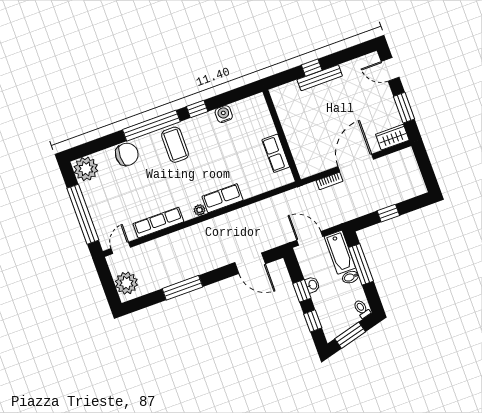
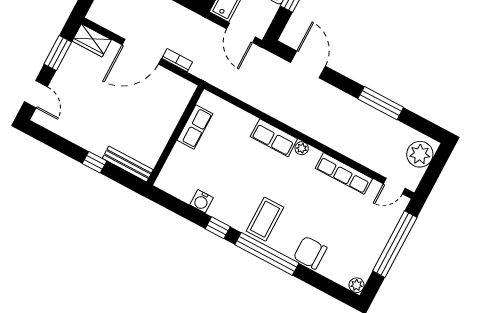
bench: (320, 78) -> (128, 164), moved
plant: (86, 169) -> (357, 285), width x0.53, depth x0.53

